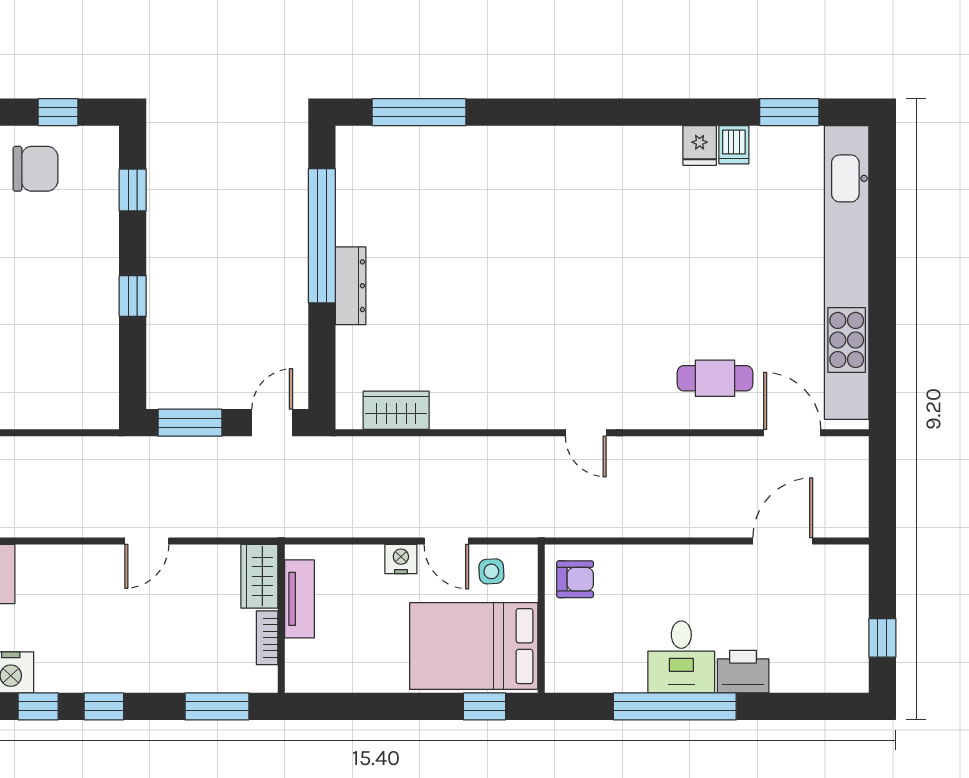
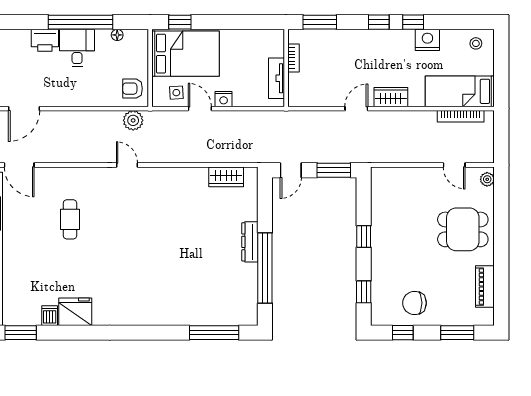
fridge: (700, 145) -> (75, 312), width x1.88, depth x1.34
cafe table: (715, 378) -> (70, 219), moved, turned 90
plant: (574, 518) -> (133, 120), added
wardrobe: (259, 576) -> (391, 97), moved, turned -90
floor lamp: (605, 682) -> (117, 35), added

